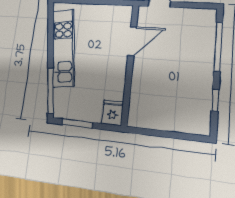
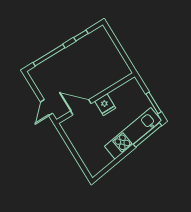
kitchen unit: (63, 48) -> (133, 133), moved
fridge: (113, 113) -> (105, 105), moved, turned -90

